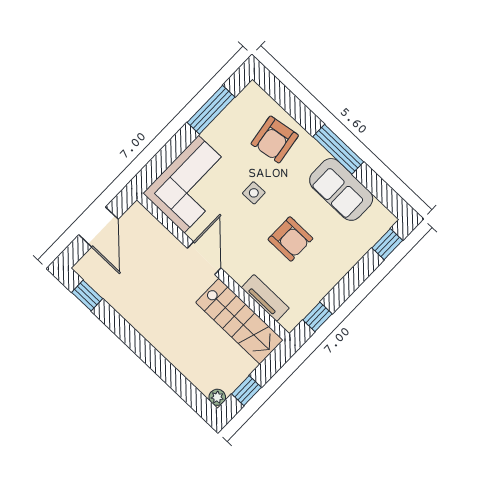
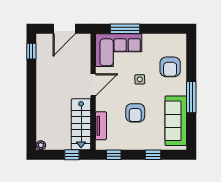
window: (211, 110) -> (125, 29), moved
armchair: (275, 140) -> (170, 67), turned -81
sofa: (341, 189) -> (176, 121), width x1.36
window: (387, 244) -> (153, 155), moved
window: (247, 391) -> (72, 155), moved

